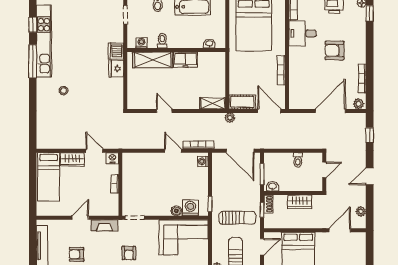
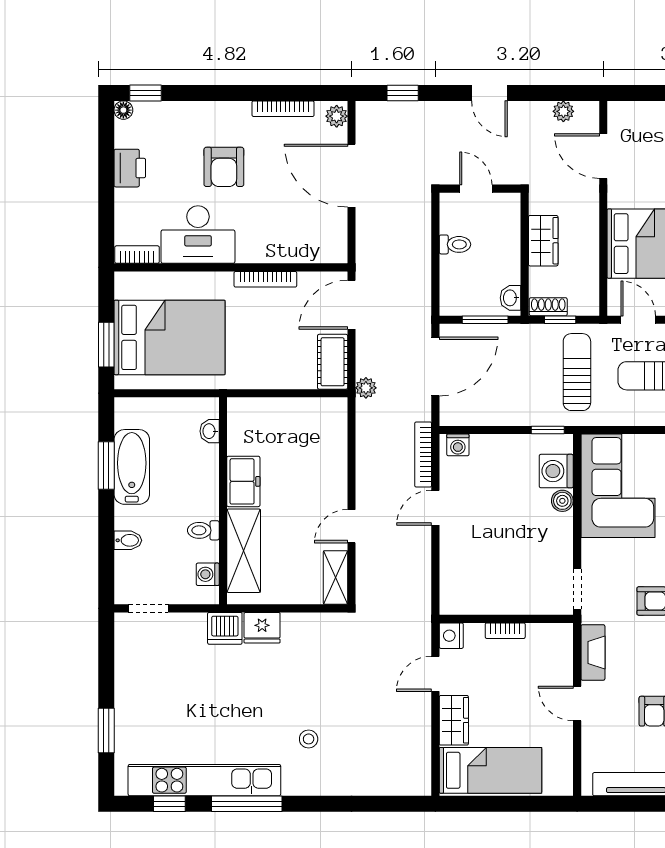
desk: (303, 33) -> (198, 235), width x1.37
shelving: (213, 103) -> (335, 577), moved

